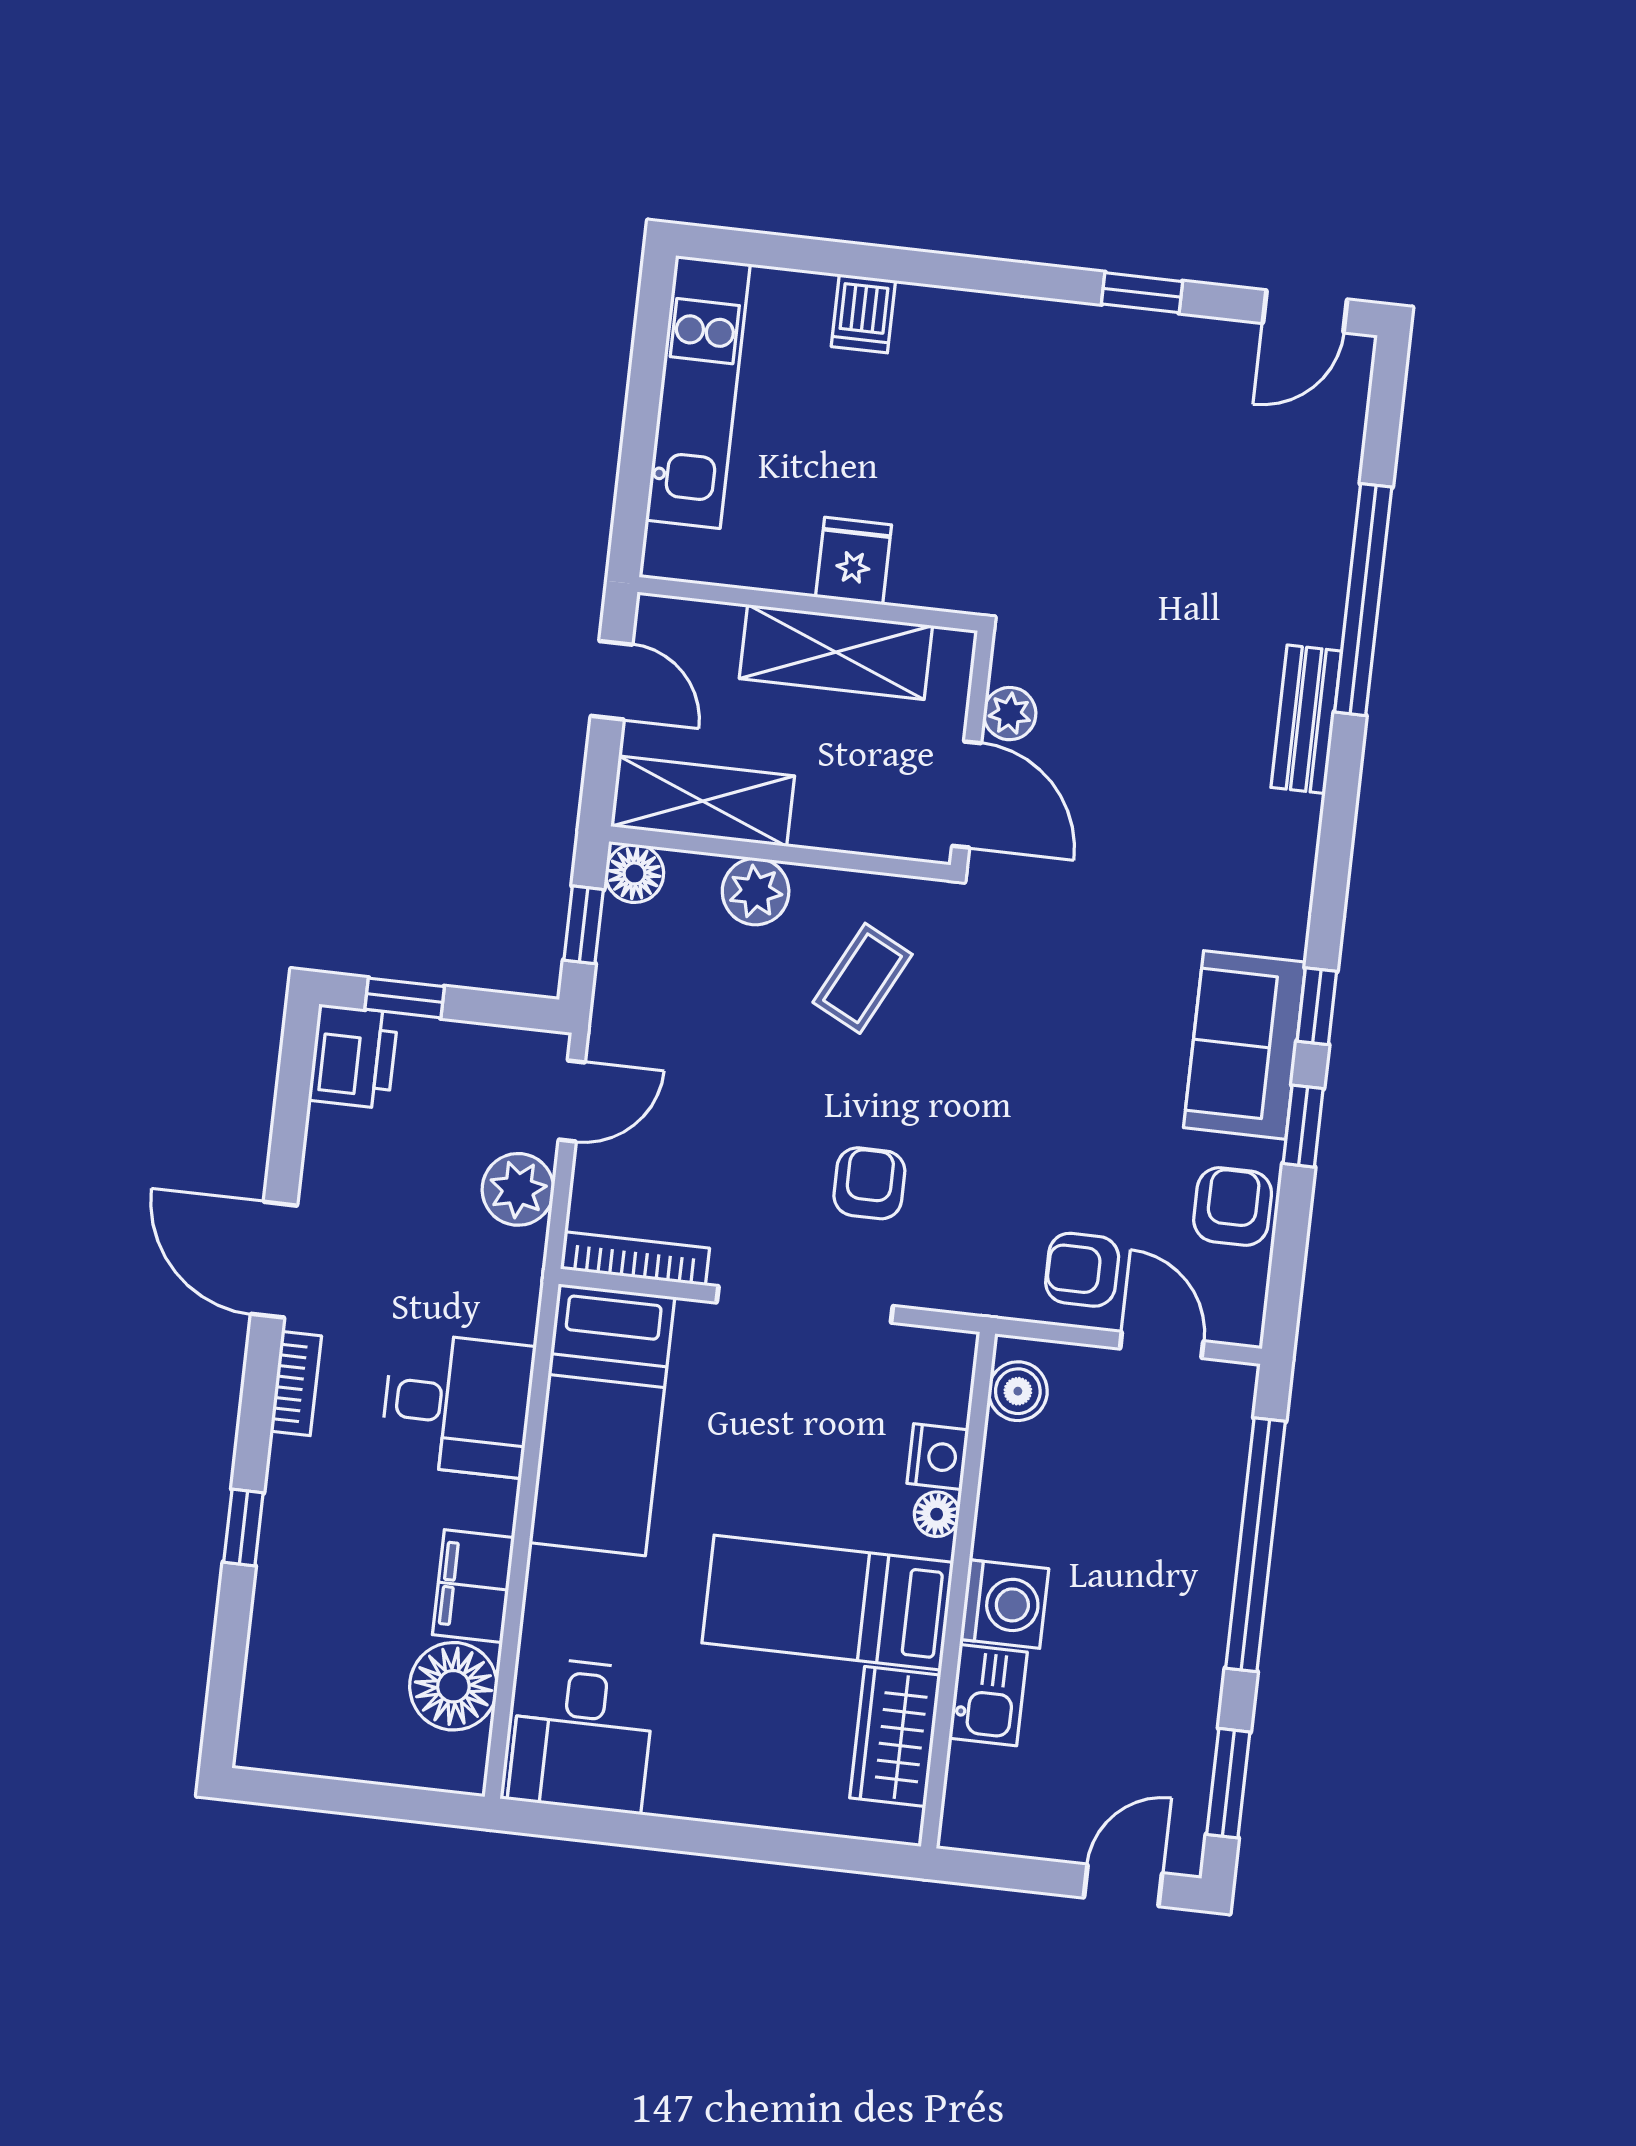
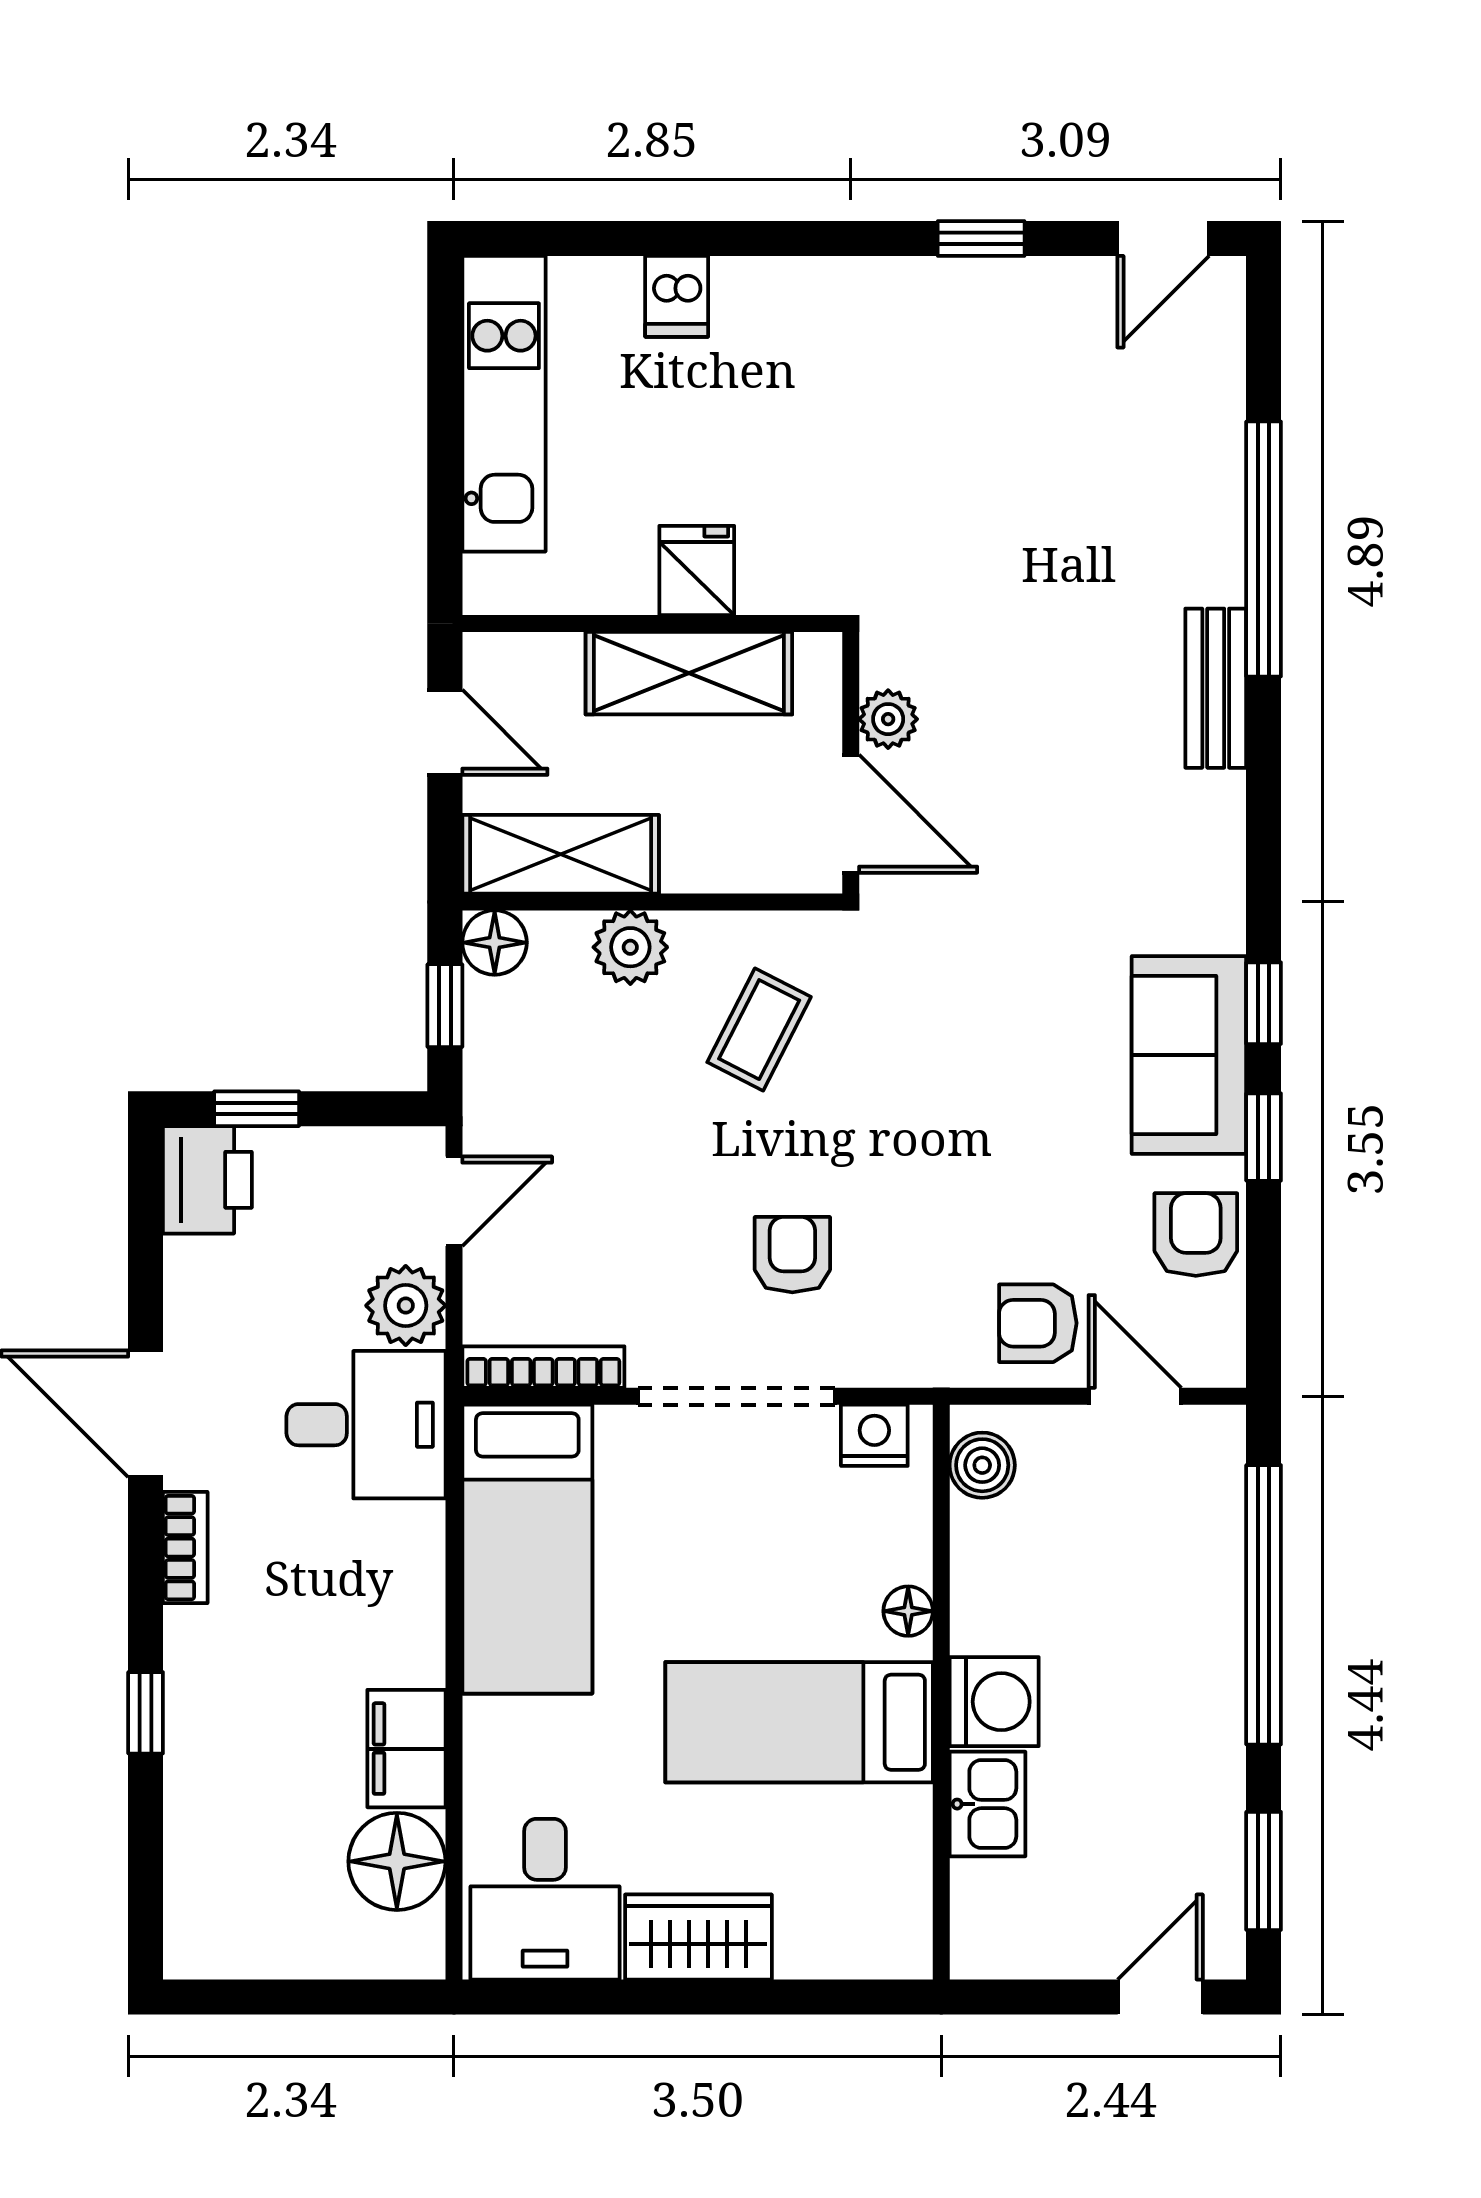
desk: (457, 1404) -> (366, 1425), moved
nightstand: (938, 1457) -> (874, 1435), moved, turned -90
wardrobe: (895, 1736) -> (698, 1937), moved, turned 90

